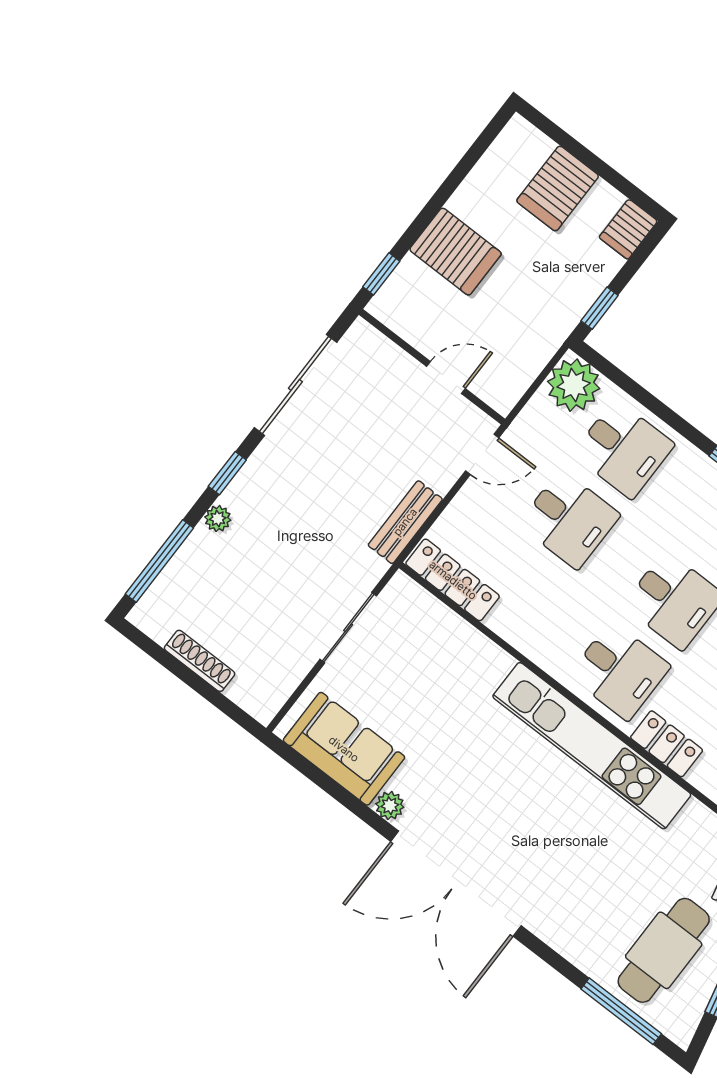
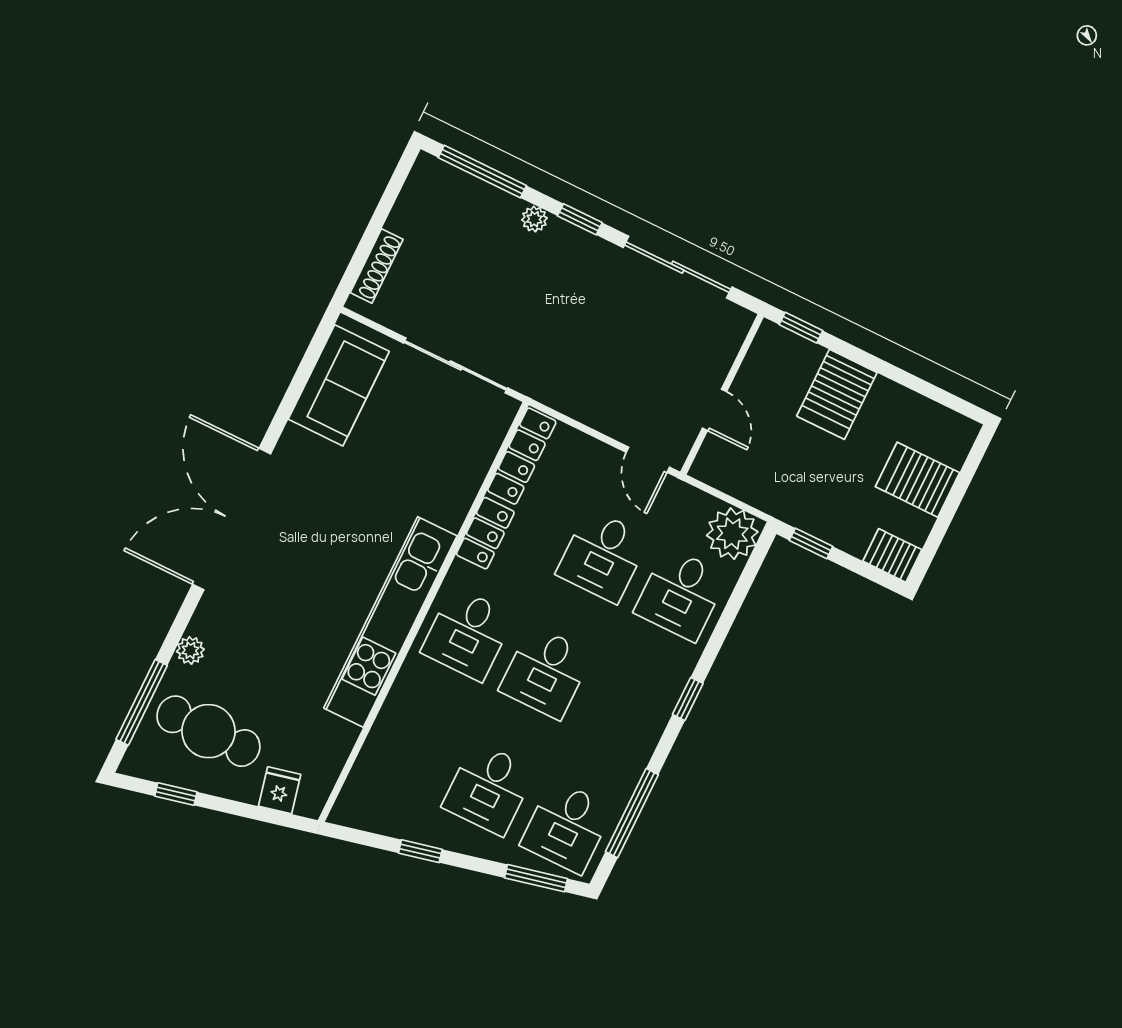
bench: (405, 522) -> (568, 399), removed
sliding door: (348, 628) -> (456, 365), width x1.37
shoe rack: (200, 661) -> (377, 266), moved
locker: (667, 744) -> (485, 533), moved
plant: (390, 806) -> (190, 650), moved

